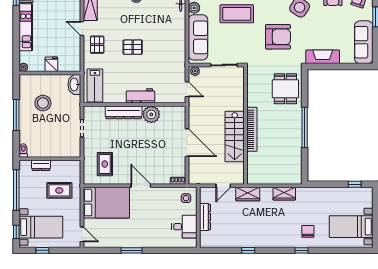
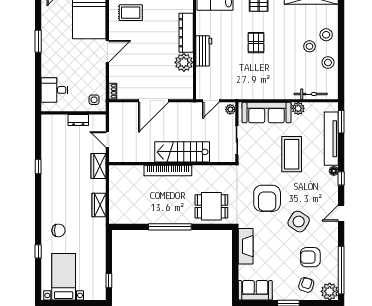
sofa: (364, 42) -> (255, 290), width x0.73
stairs: (235, 137) -> (182, 152), moved
dresser: (205, 217) -> (78, 120), width x0.70
desk: (184, 227) -> (54, 90), moved, turned 90
window: (301, 250) -> (38, 251), moved

